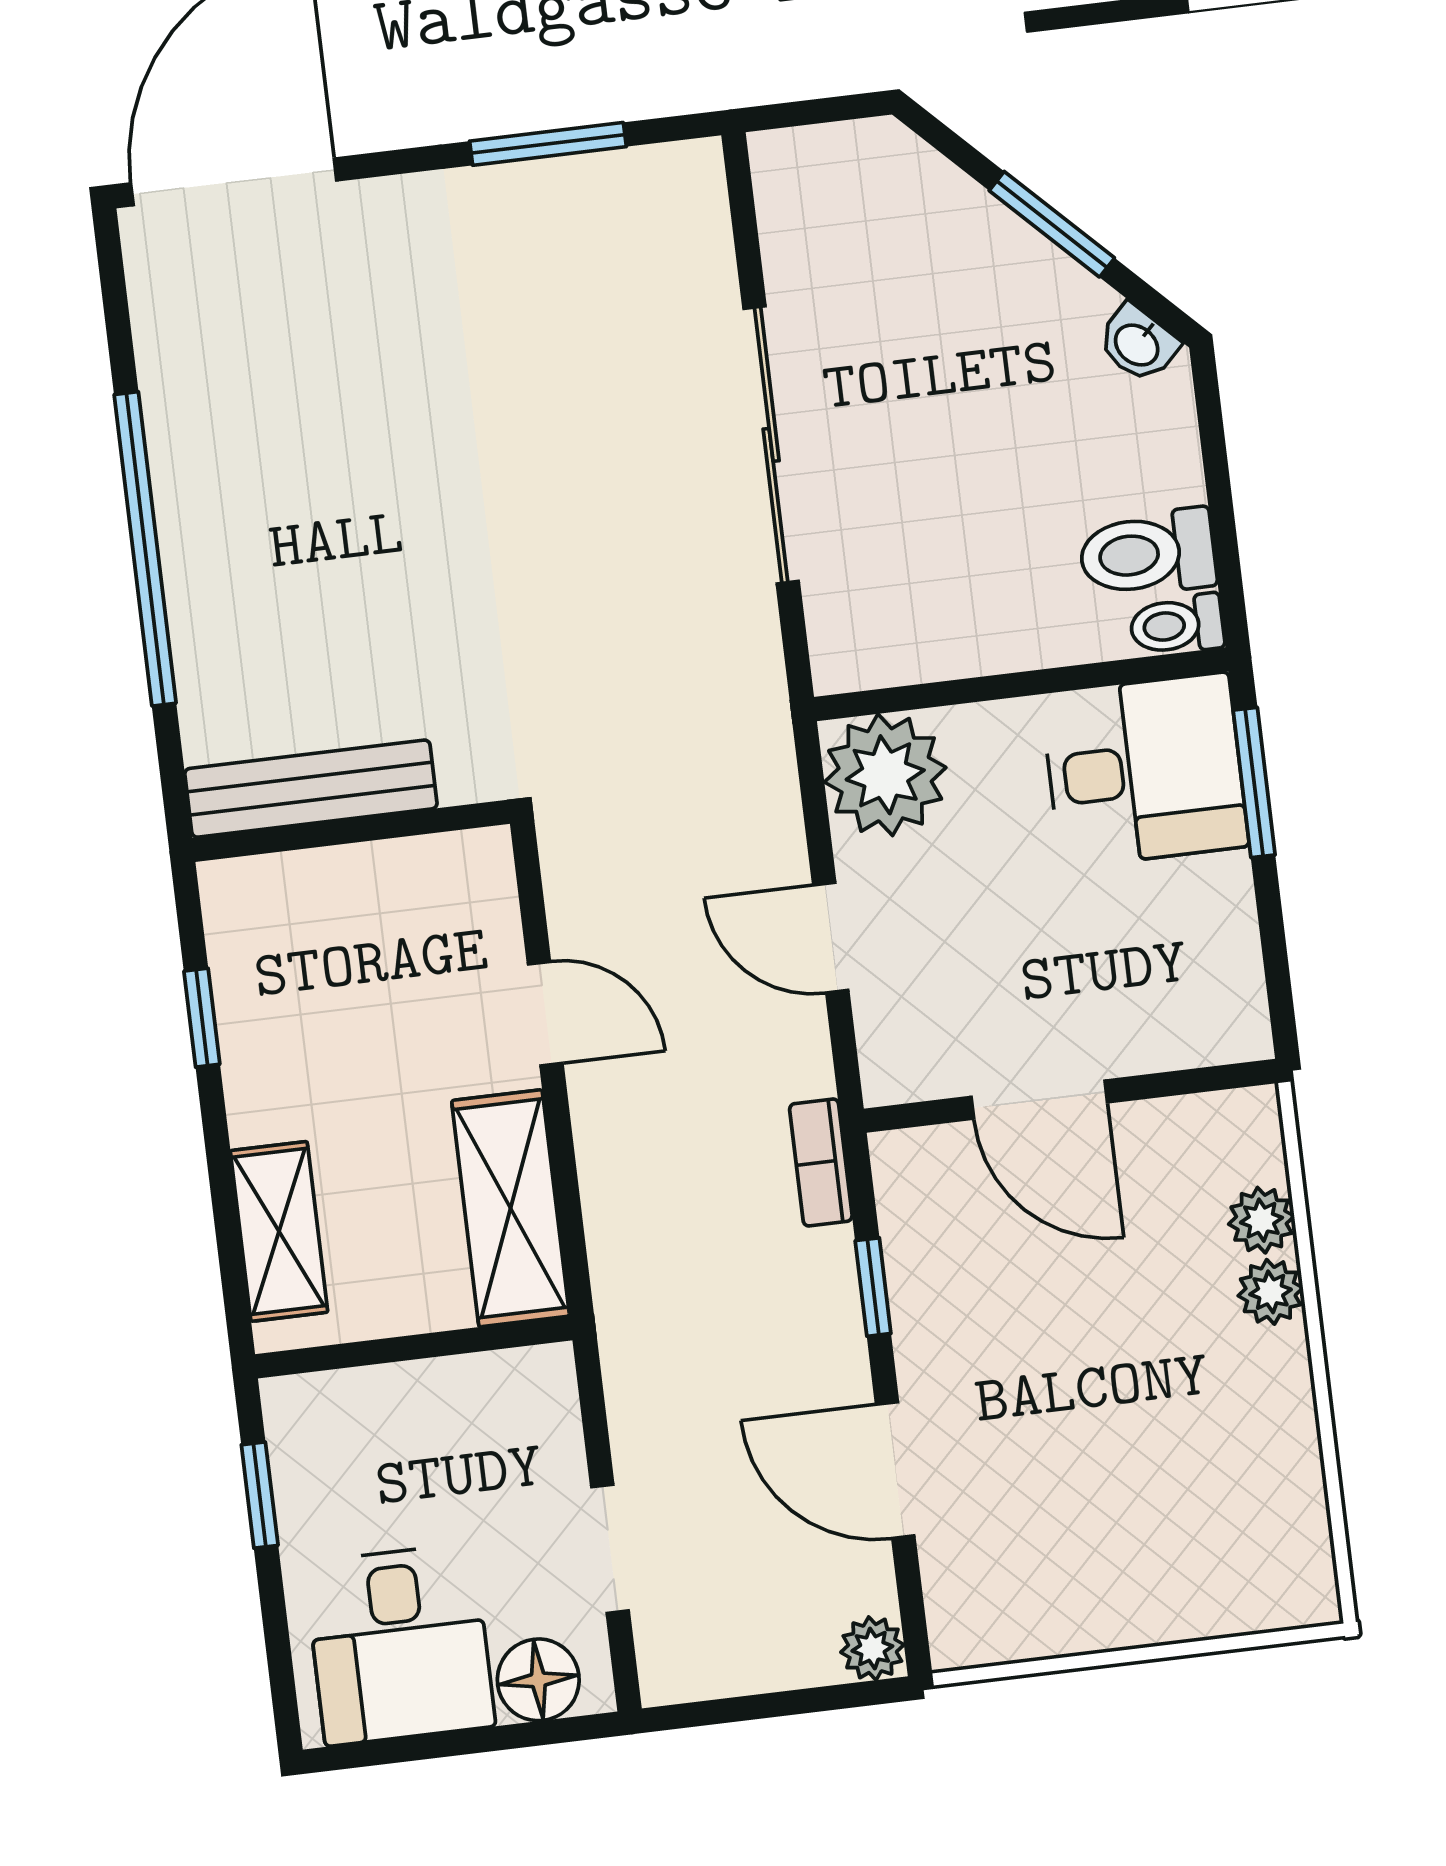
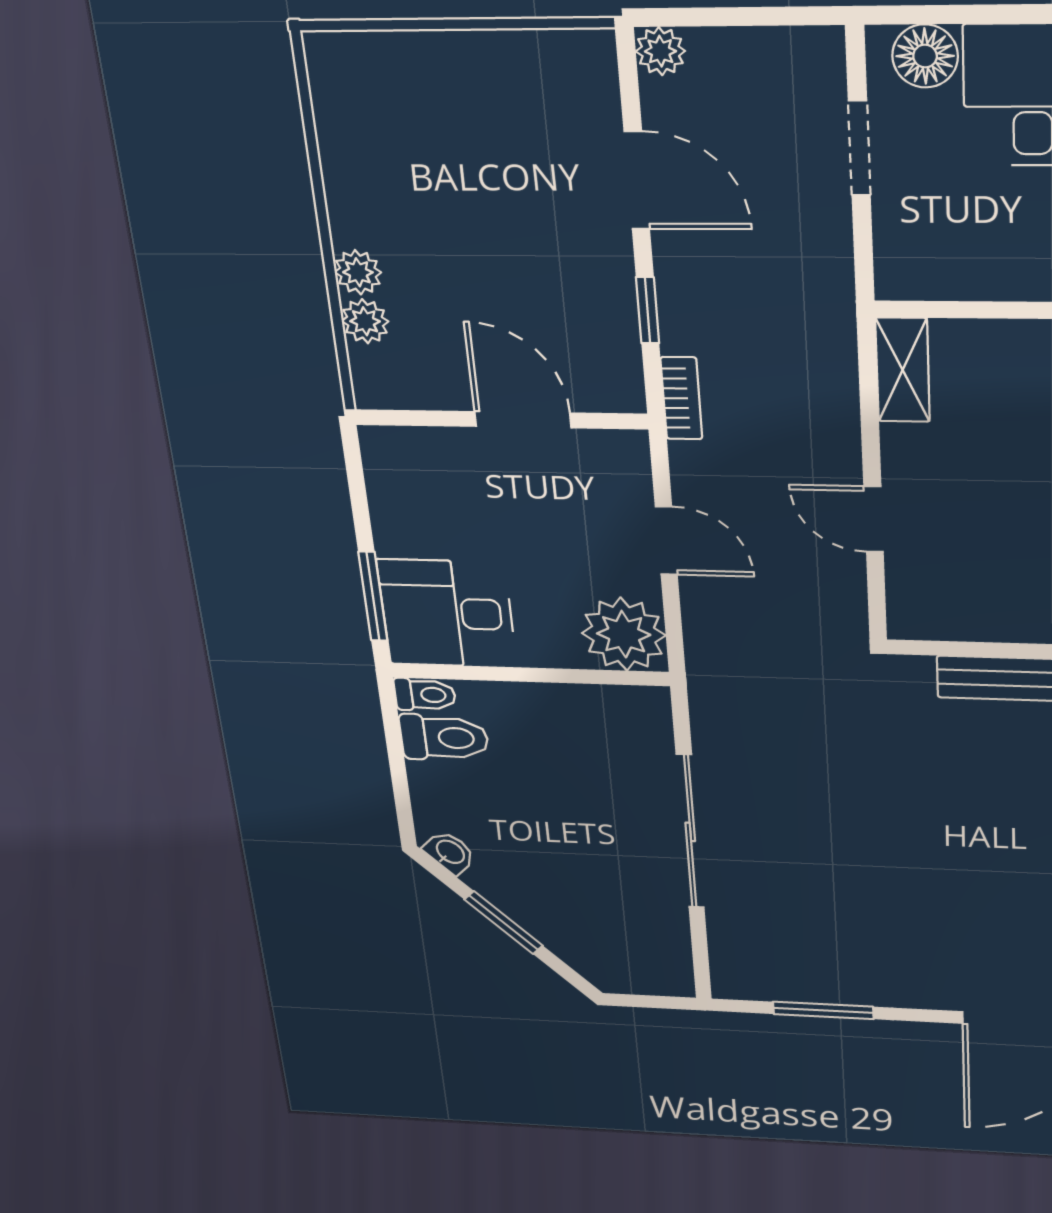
shelving: (511, 1208) -> (903, 370), width x0.67, depth x0.75

